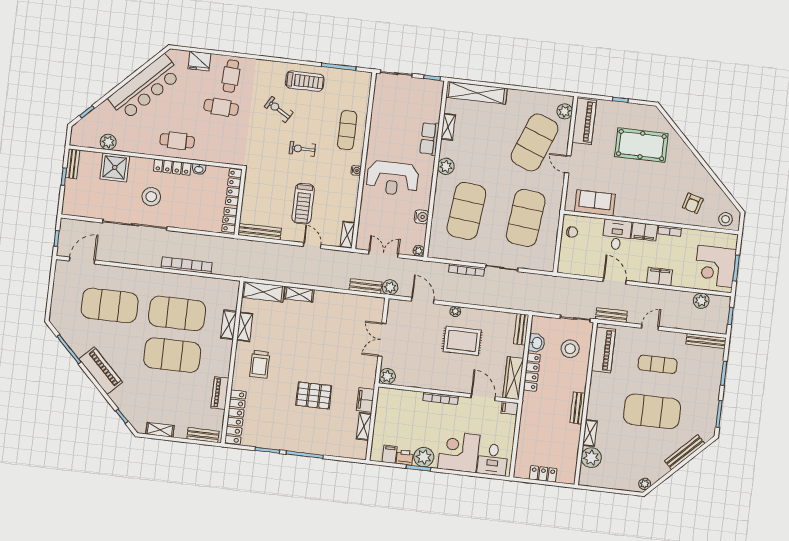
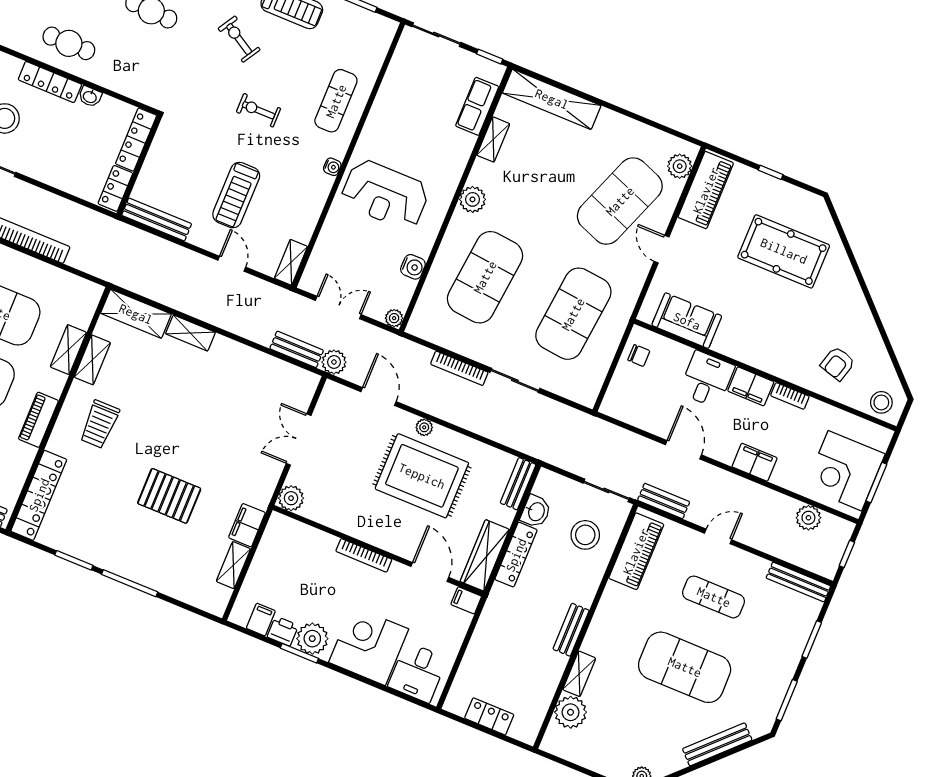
row of seats: (430, 139) -> (477, 106), moved
rug: (462, 341) -> (422, 476), width x1.37, depth x1.44
piano: (220, 393) -> (38, 420), moved

